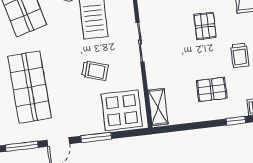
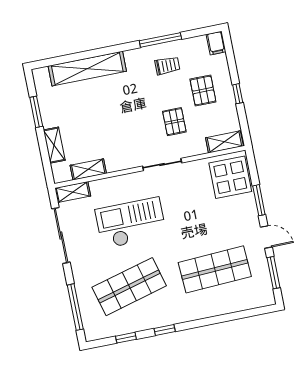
pallet: (205, 26) -> (174, 122), moved, turned 90
trolley: (95, 71) -> (194, 207), removed
window: (236, 121) -> (238, 94), moved

